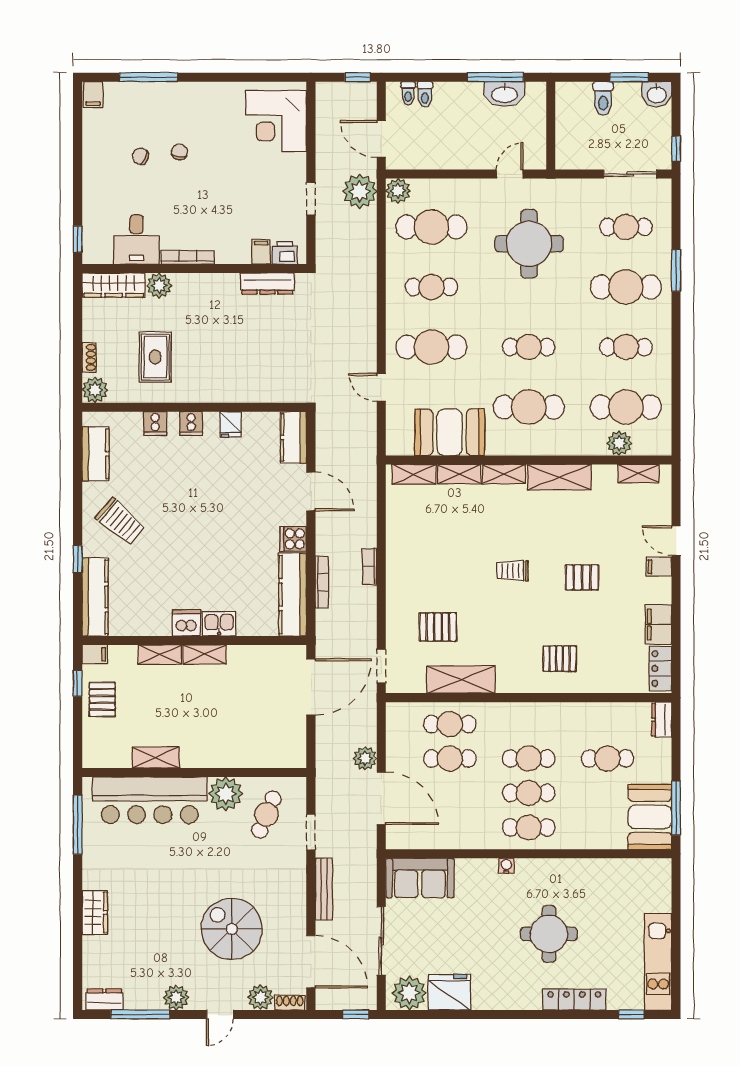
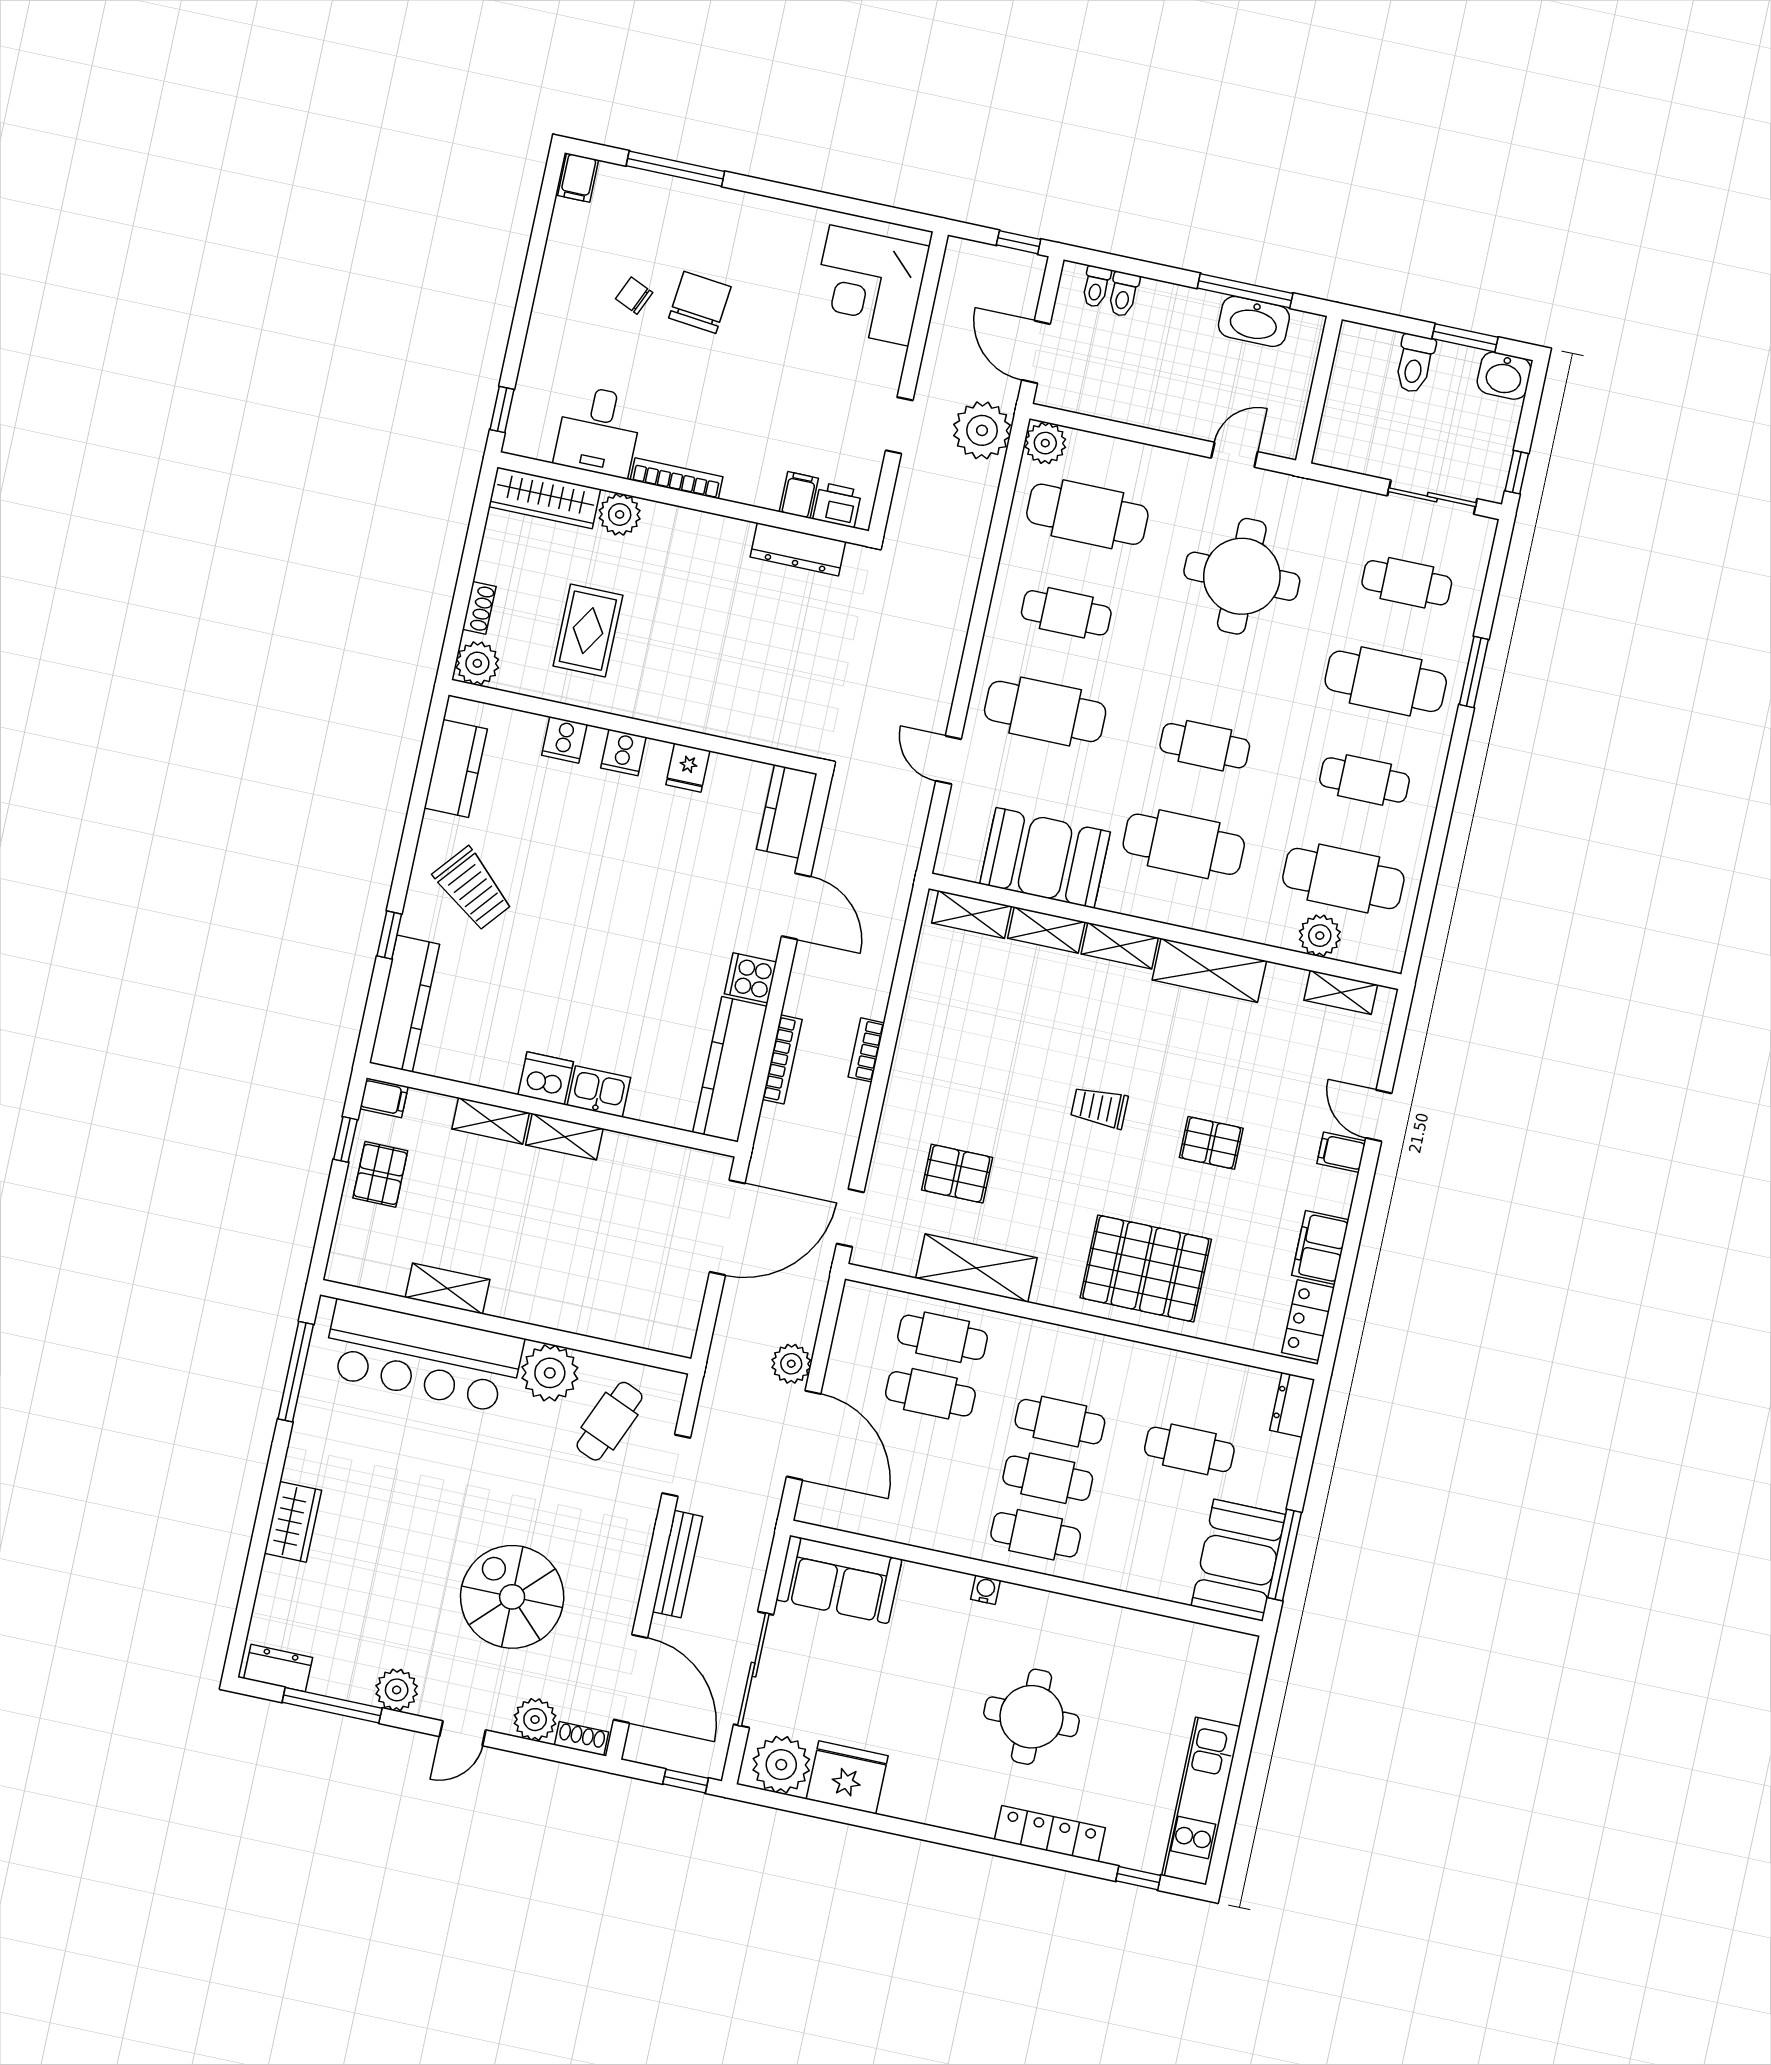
chair: (179, 152) -> (700, 302), width x1.87, depth x1.87
pallet: (560, 659) -> (1146, 1268), width x2.05, depth x2.00

